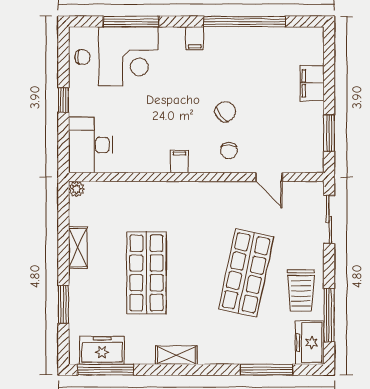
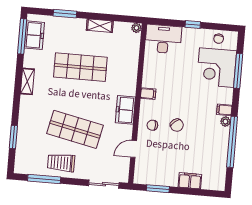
plant: (213, 35) -> (225, 122), added
freezer: (310, 343) -> (125, 110), moved, turned -90
window: (266, 370) -> (13, 137), width x0.69

